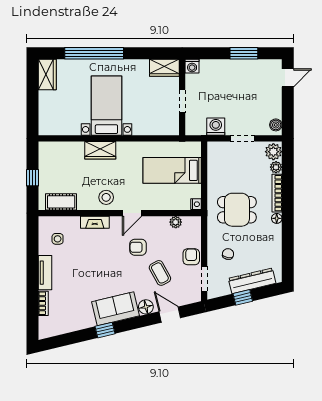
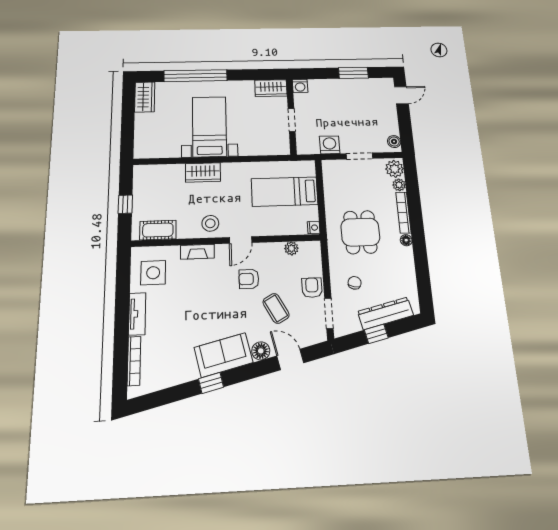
dining table: (237, 210) -> (360, 232), turned 90
side table: (58, 239) -> (153, 273), width x1.87, depth x1.87
bookcase: (43, 303) -> (134, 361), width x1.56

